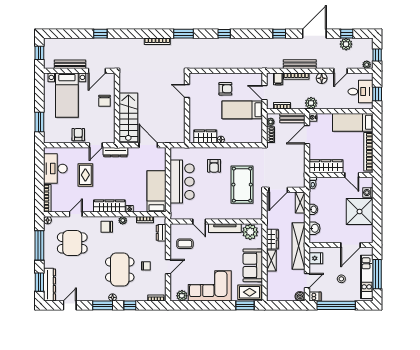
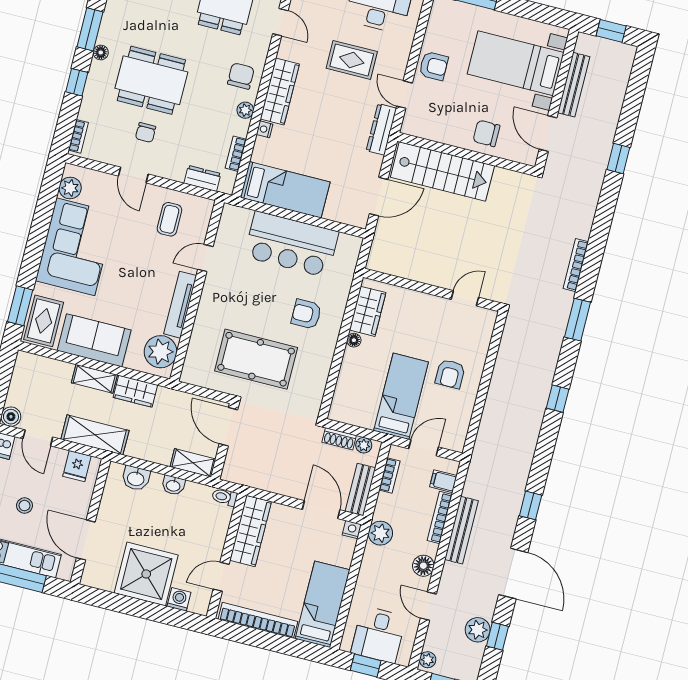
shelving: (298, 246) -> (95, 435), width x0.68

